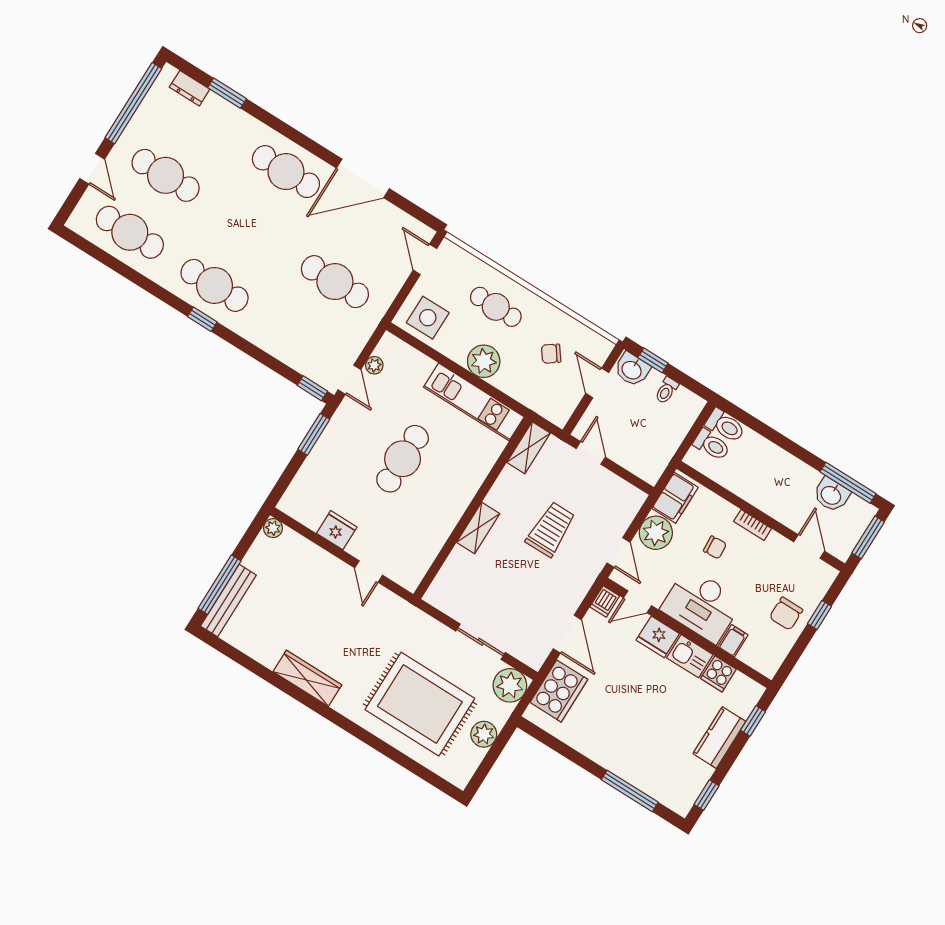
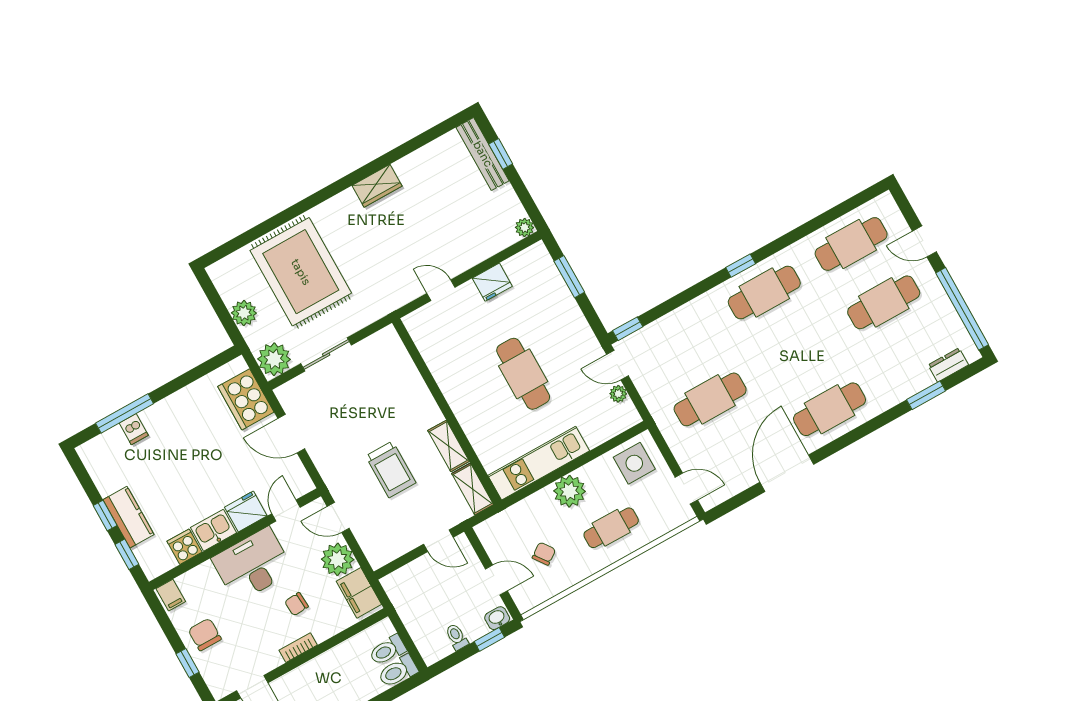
washbasin: (632, 370) -> (497, 618), width x0.72, depth x0.69
window: (314, 434) -> (569, 277), moved
shelving: (478, 528) -> (449, 446), moved
window: (220, 585) -> (501, 154), width x0.46
dishwasher: (605, 601) -> (134, 429), moved, turned 180
filing cabinet: (733, 641) -> (171, 595), moved
wardrobe: (307, 678) -> (377, 186), width x0.67
rug: (420, 704) -> (301, 272), turned 90
window: (707, 795) -> (105, 516), moved

